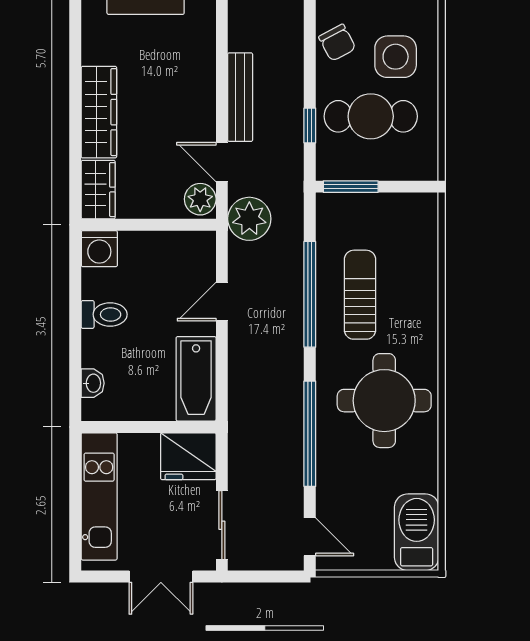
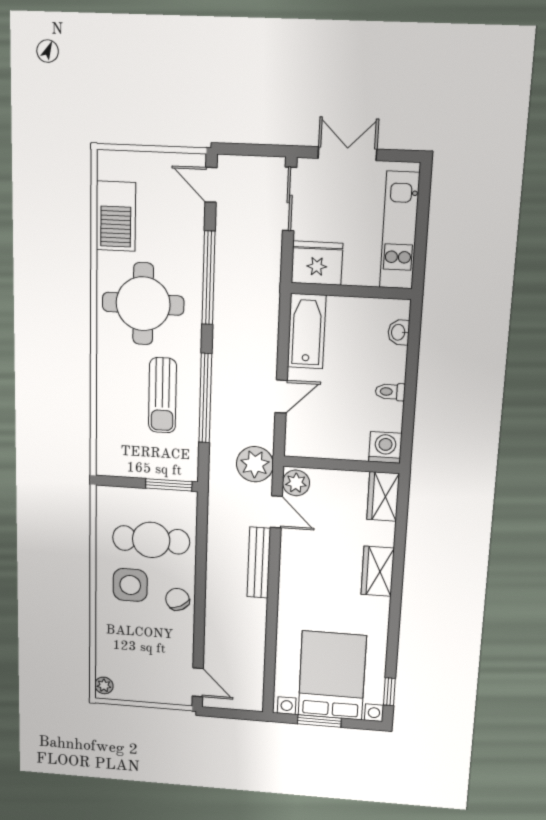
wardrobe: (99, 112) -> (378, 571), width x0.67
window: (310, 126) -> (202, 536), removed
toilet: (104, 314) -> (390, 392), width x0.73, depth x0.72
barbecue: (417, 532) -> (116, 216), moved

